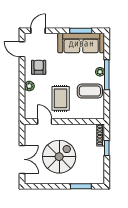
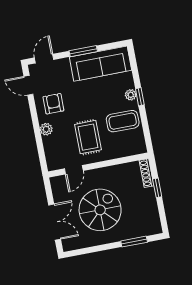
window: (81, 31) -> (83, 51), moved
window: (107, 75) -> (140, 97), width x0.46
door: (45, 122) -> (74, 170), swing flipped

